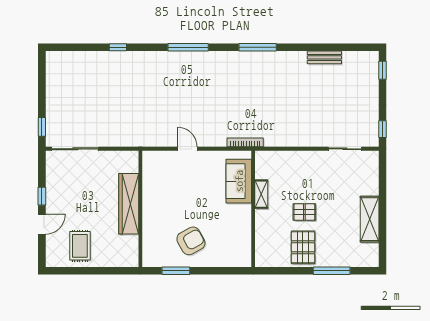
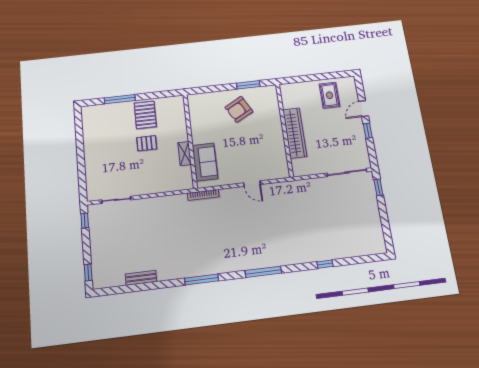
shelving: (370, 219) -> (91, 144), removed

